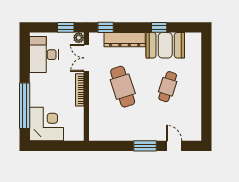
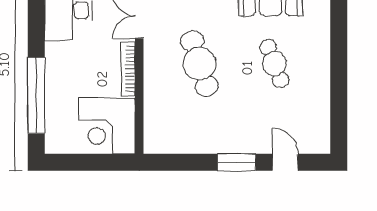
cafe table: (168, 87) -> (274, 64), turned -39
corner desk: (47, 124) -> (107, 126), moved, turned 180

